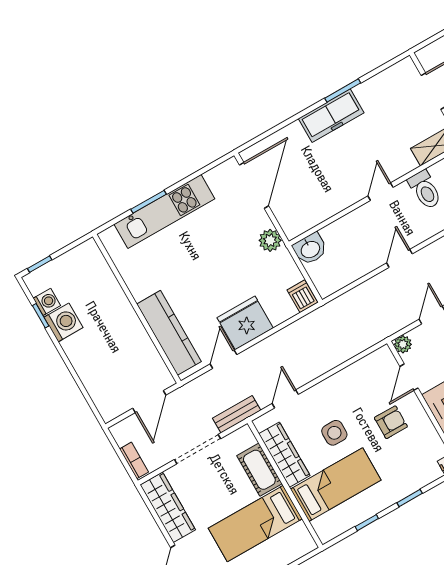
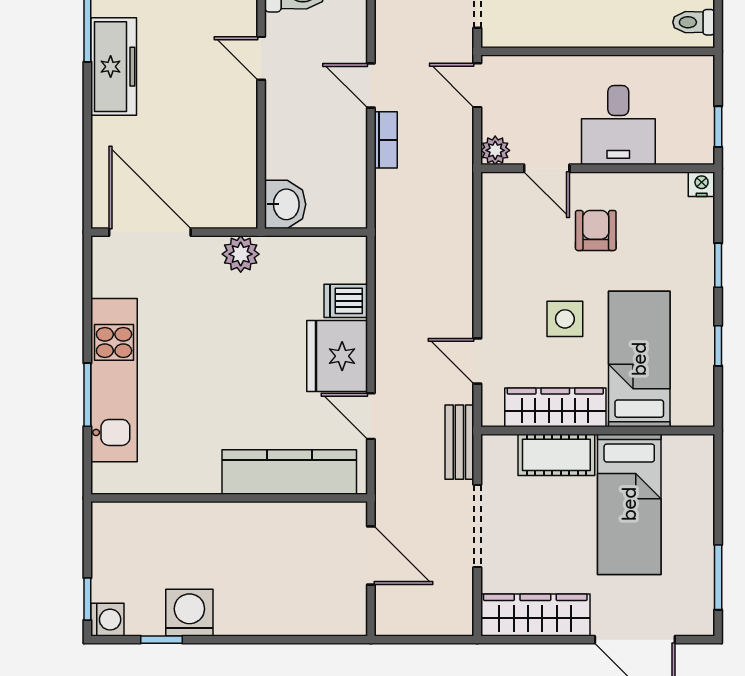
dishwasher: (302, 296) -> (346, 301), moved
washing machine: (47, 302) -> (107, 620), moved, turned 90
bookcase: (134, 460) -> (386, 140), moved, turned 90

